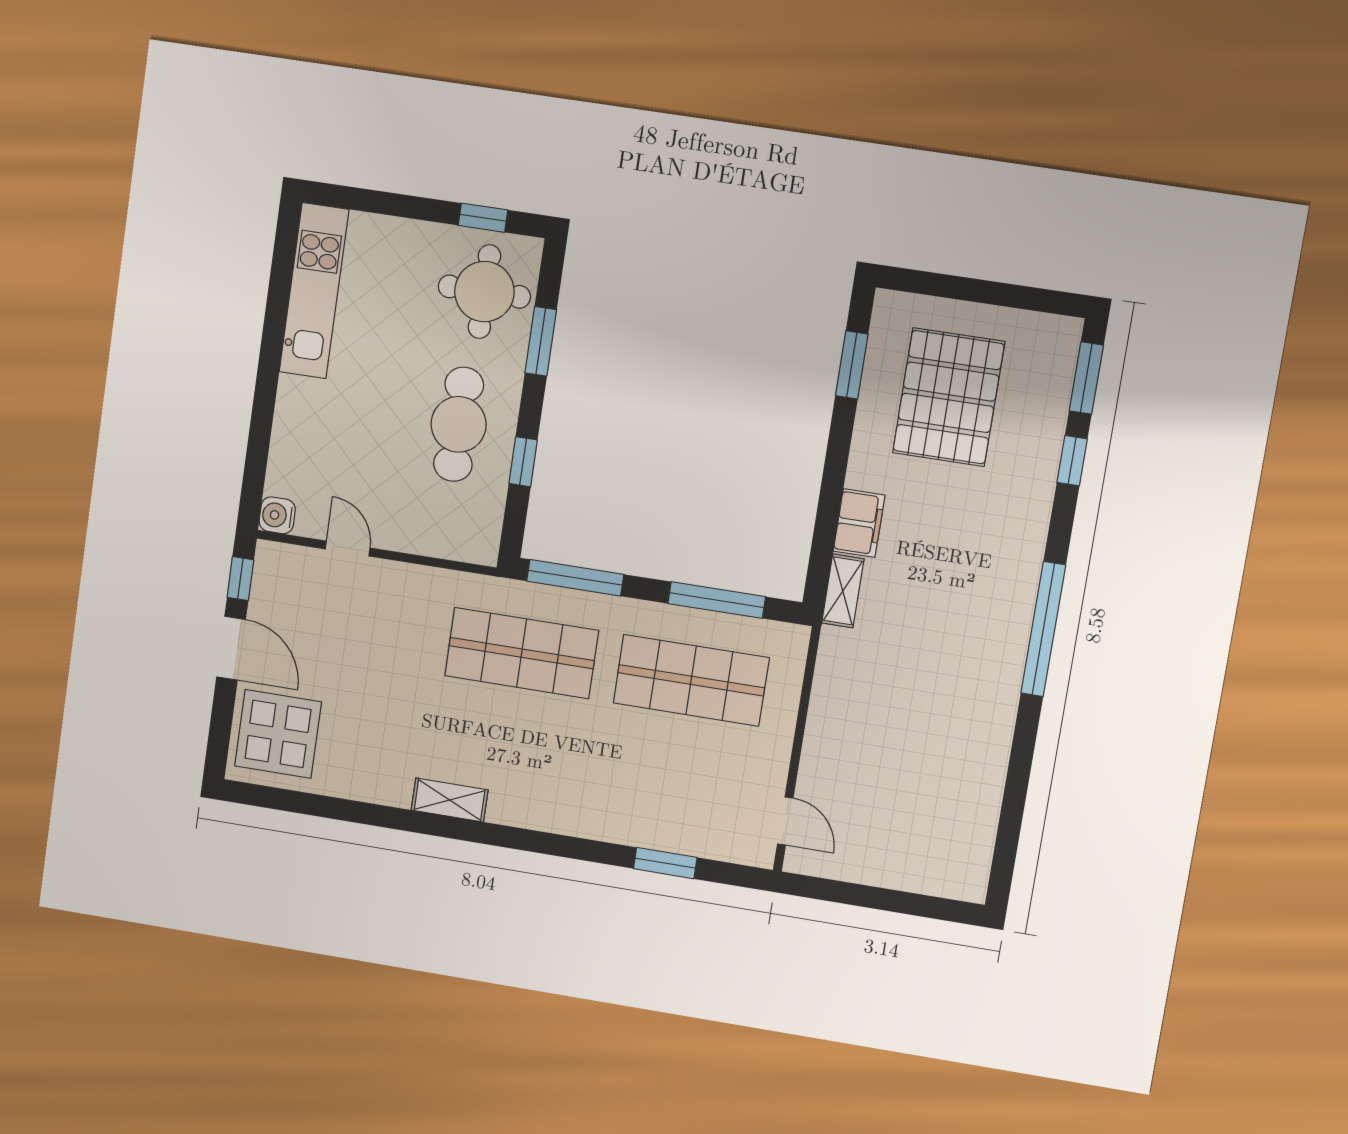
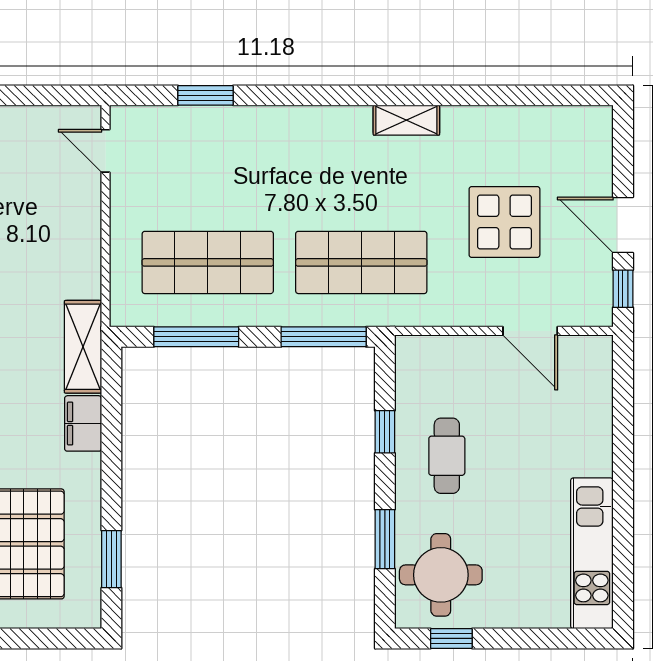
cafe table: (459, 424) -> (447, 456), width x0.73, depth x0.74
water cooler: (277, 515) -> (597, 350), removed
door: (348, 548) -> (530, 331), width x1.38
shelving: (843, 591) -> (83, 347), width x1.50, depth x1.33
display table: (278, 734) -> (504, 222), moved

